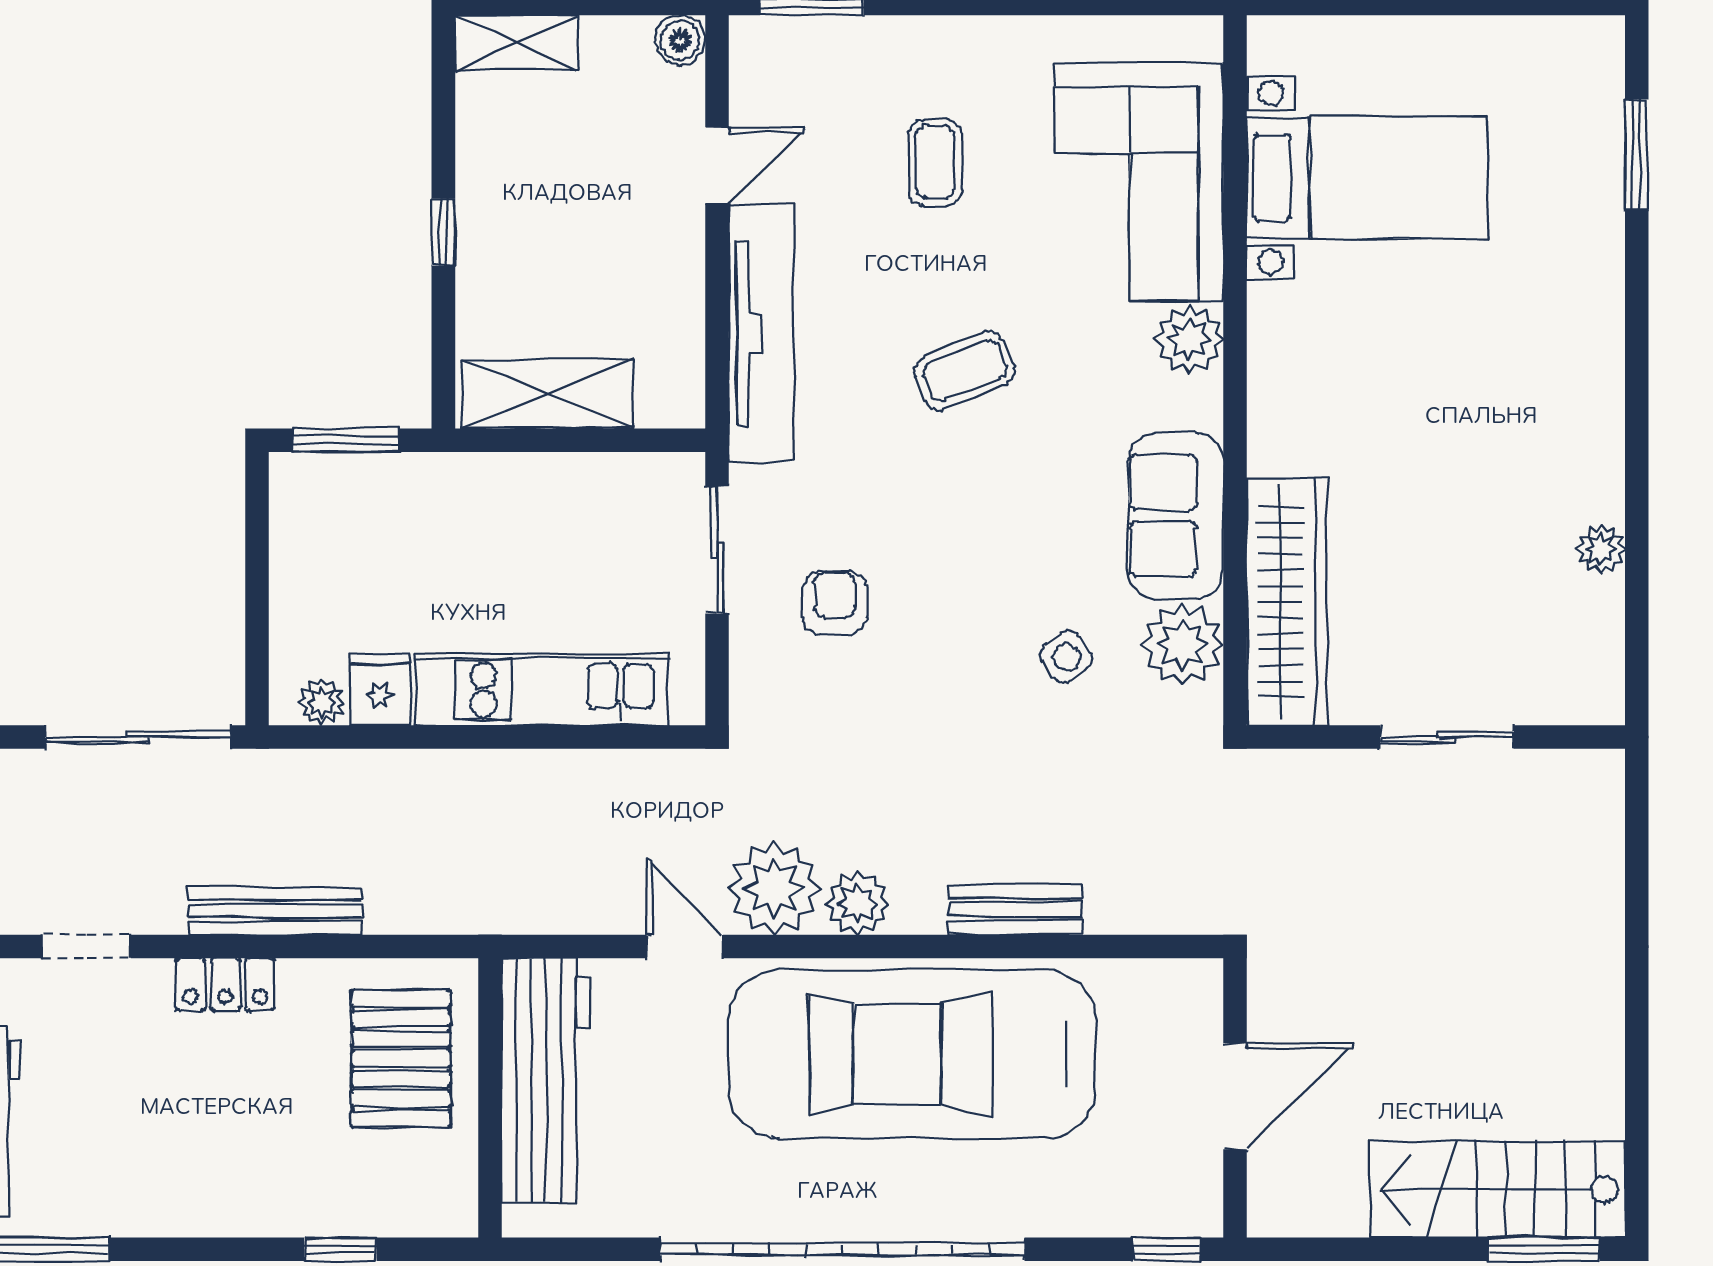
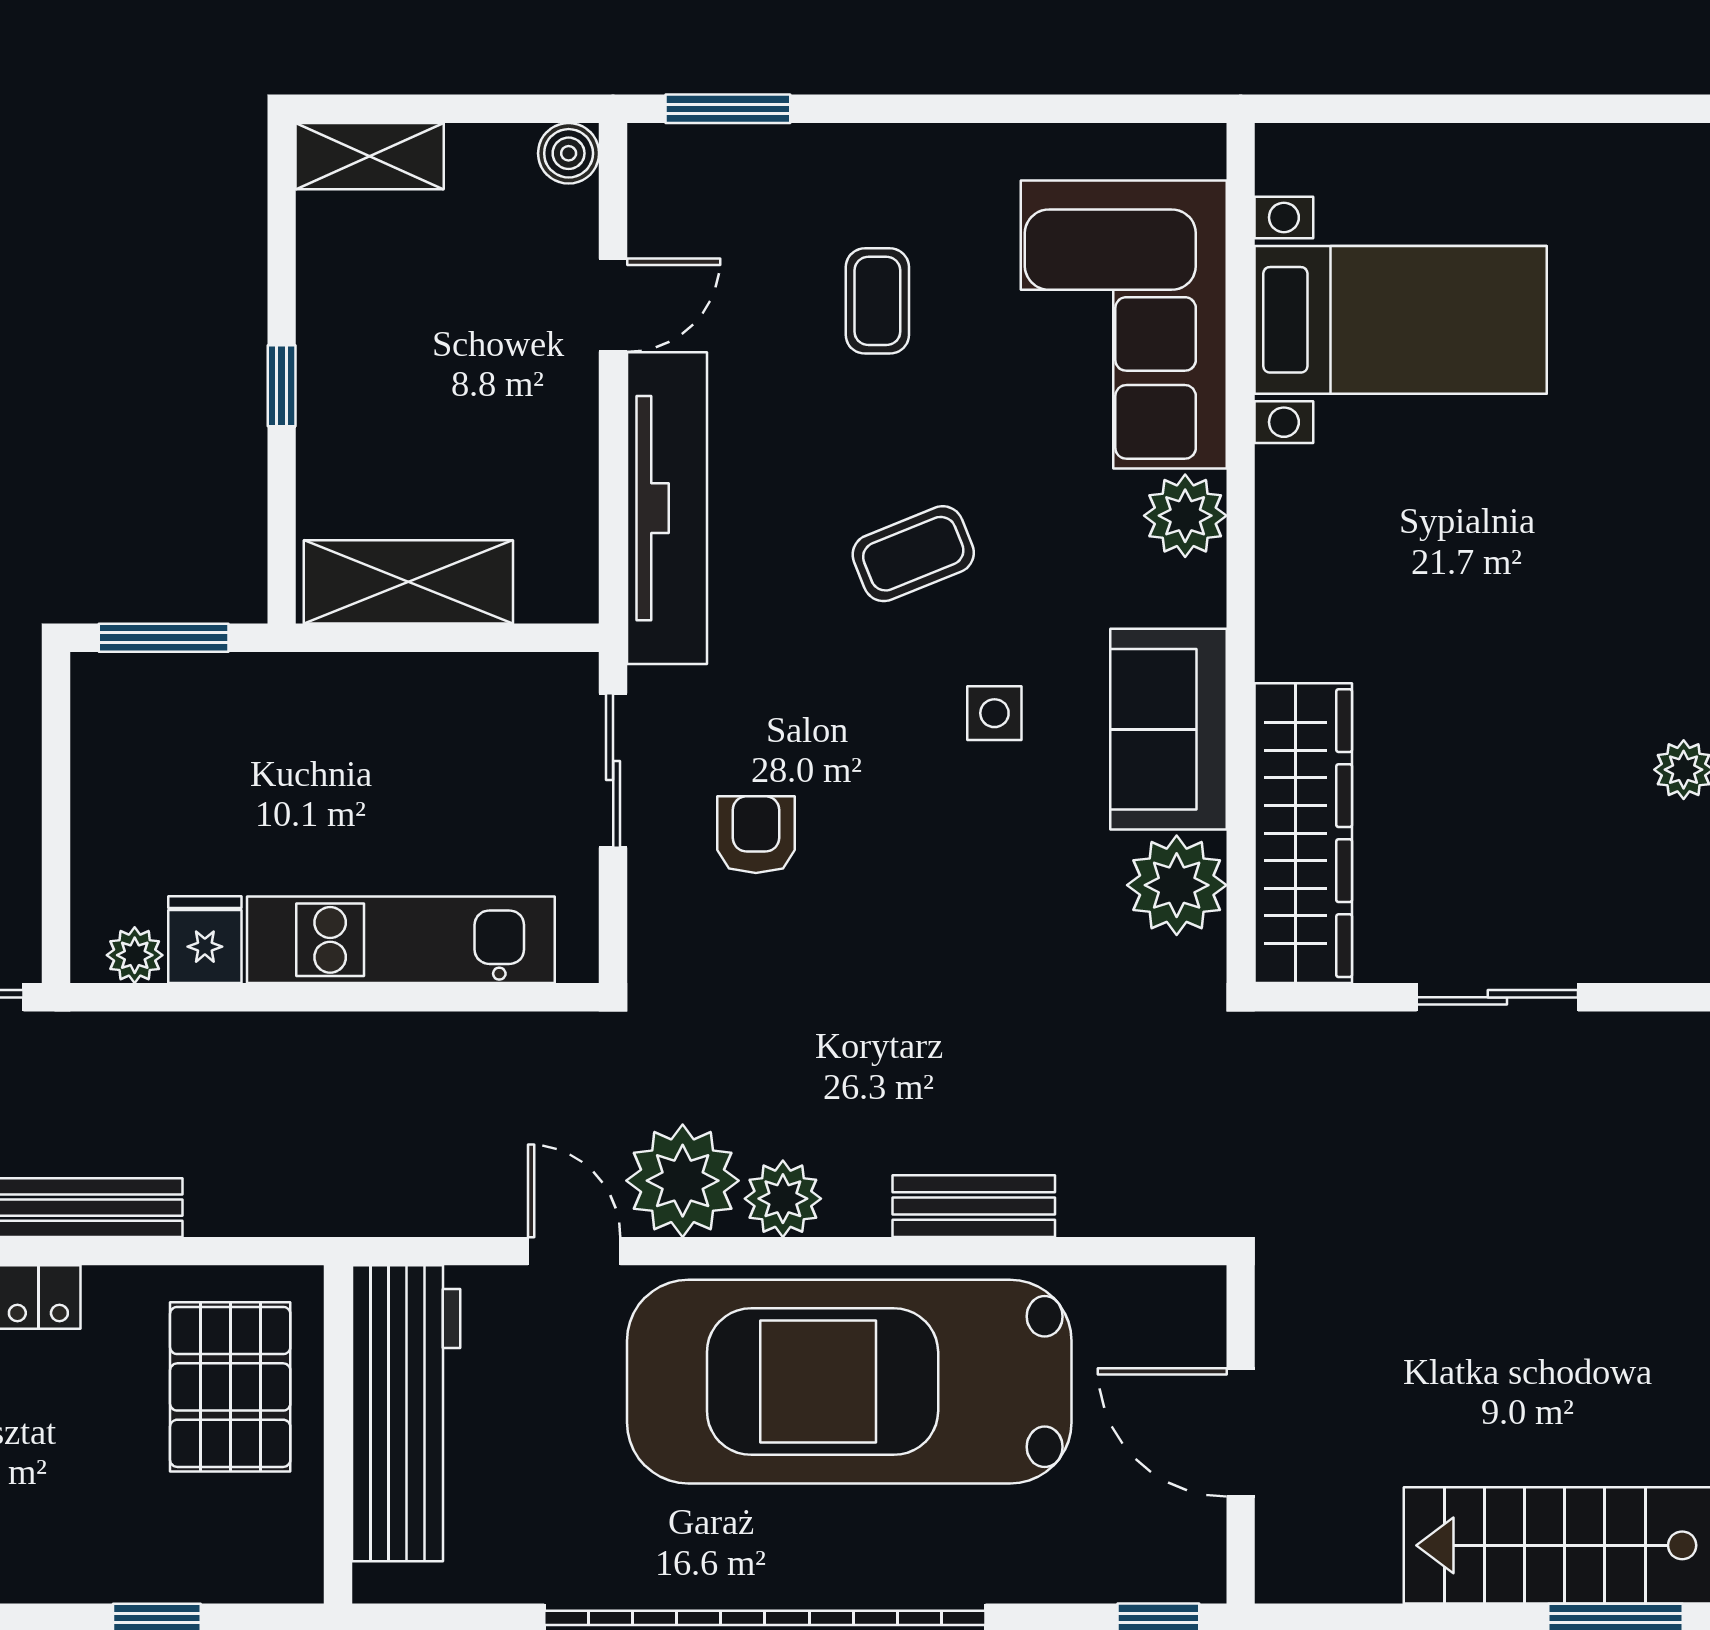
side table: (1066, 657) -> (994, 713), moved, turned 34
door: (1235, 1096) -> (1241, 1432), swing flipped

